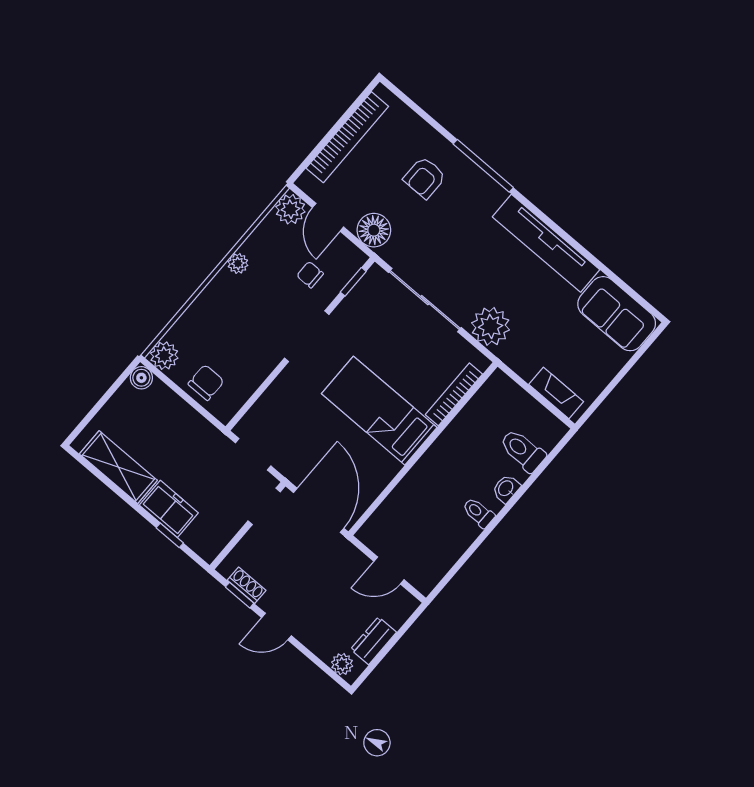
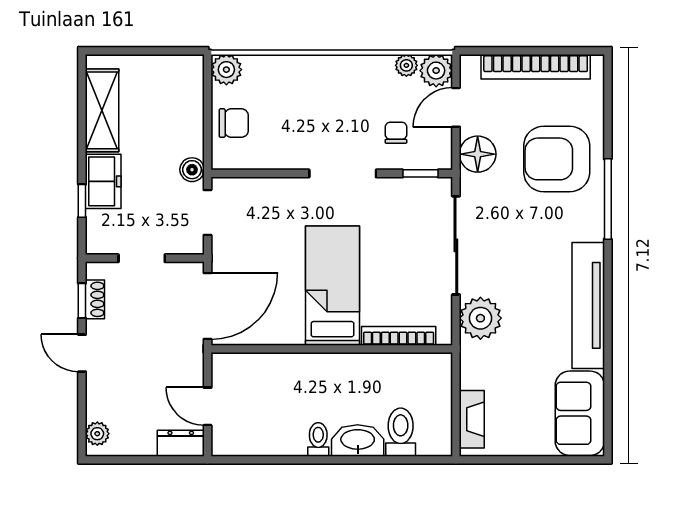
armchair: (425, 178) -> (557, 159), width x1.88, depth x1.88
plant: (238, 263) -> (406, 65), moved
boiler: (141, 378) -> (192, 170), moved
washbasin: (506, 489) -> (358, 440), width x1.91, depth x1.45
doorway: (264, 506) -> (142, 258), moved
dresser: (374, 641) -> (181, 443), moved

